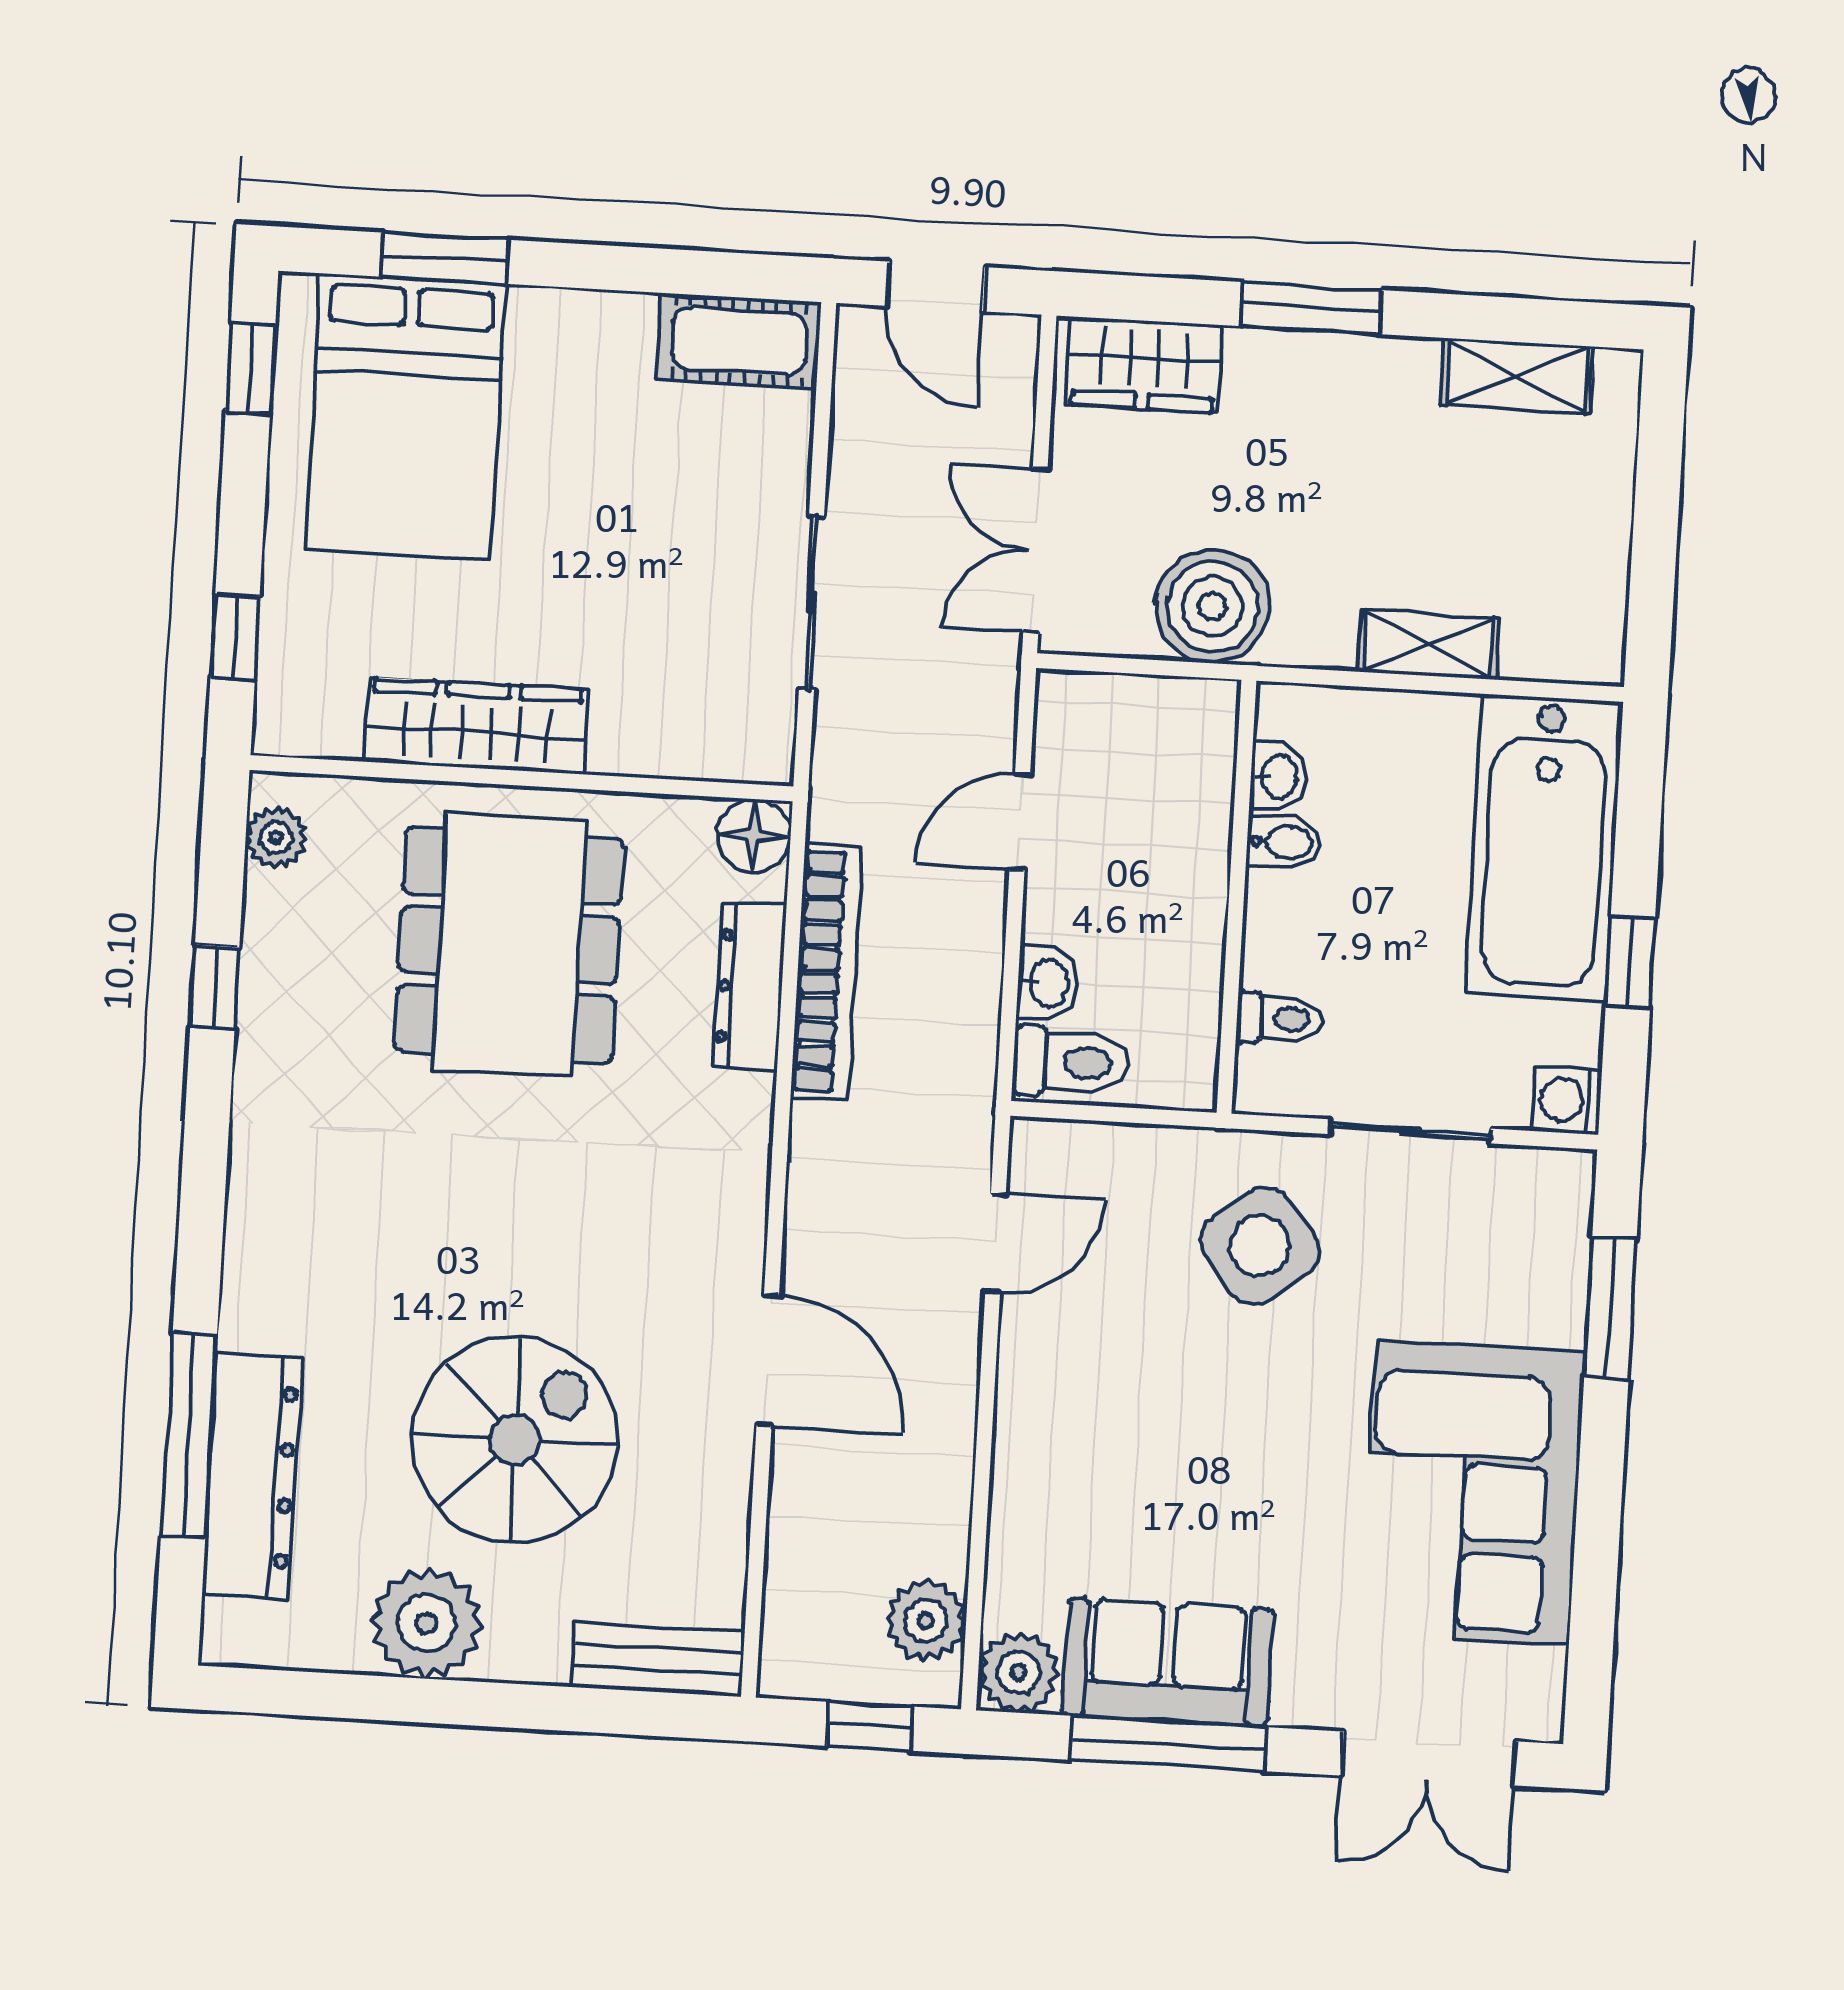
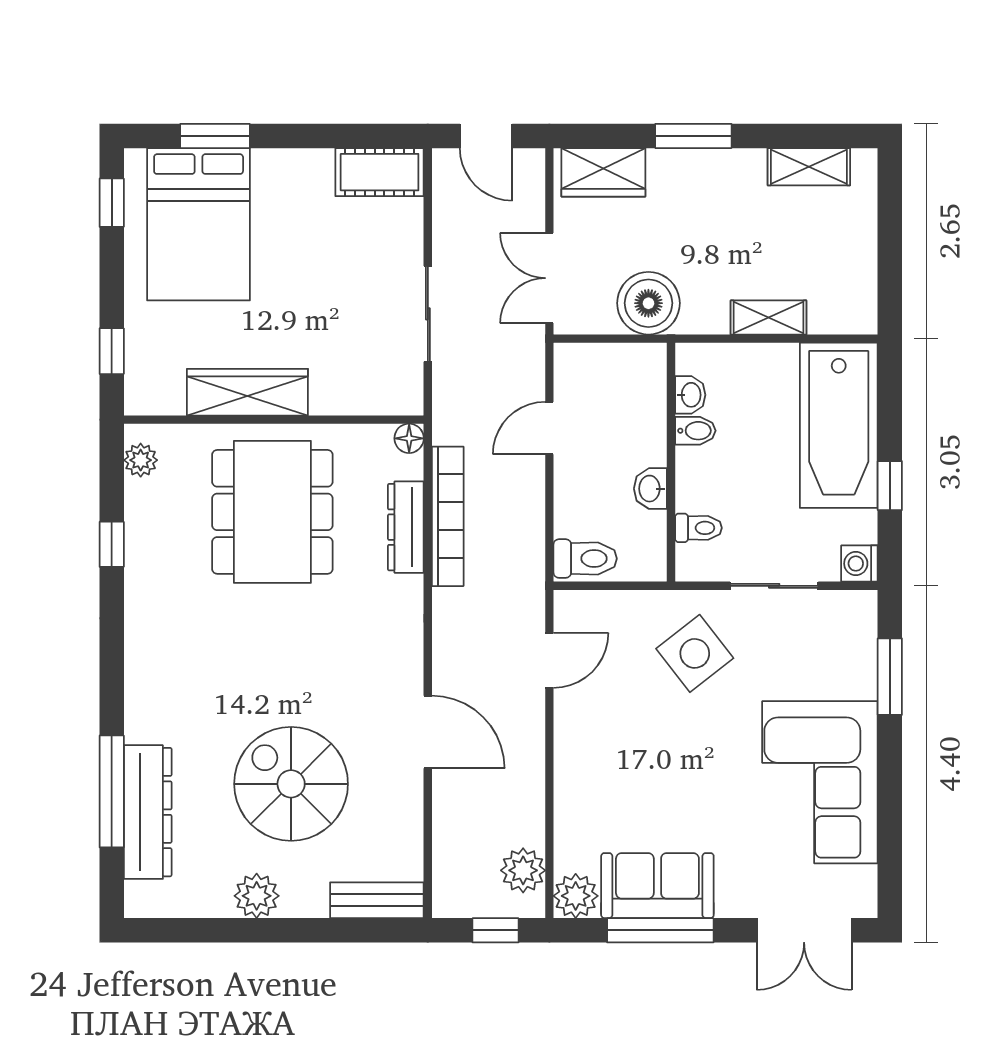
floor lamp: (754, 835) -> (409, 438), width x0.73, depth x0.73
washbasin: (1048, 983) -> (650, 489), moved, turned 180
spiral stairs: (515, 1440) -> (291, 784), turned -90
plant: (427, 1623) -> (257, 896), width x0.73, depth x0.73

